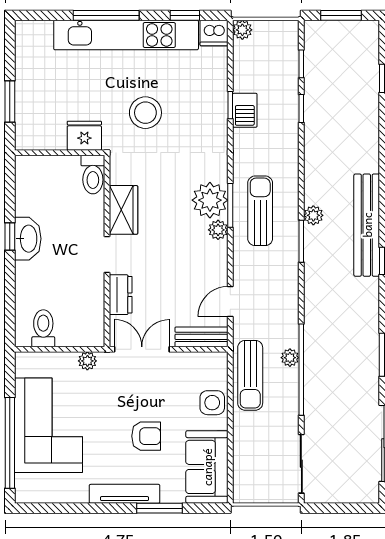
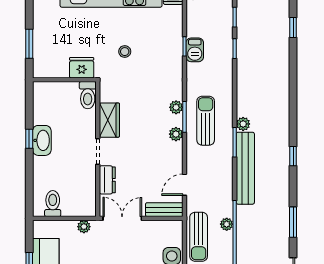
stool: (145, 113) -> (125, 52), width x0.53, depth x0.53
plant: (210, 200) -> (176, 107), width x0.53, depth x0.53
bench: (367, 225) -> (245, 168), moved

